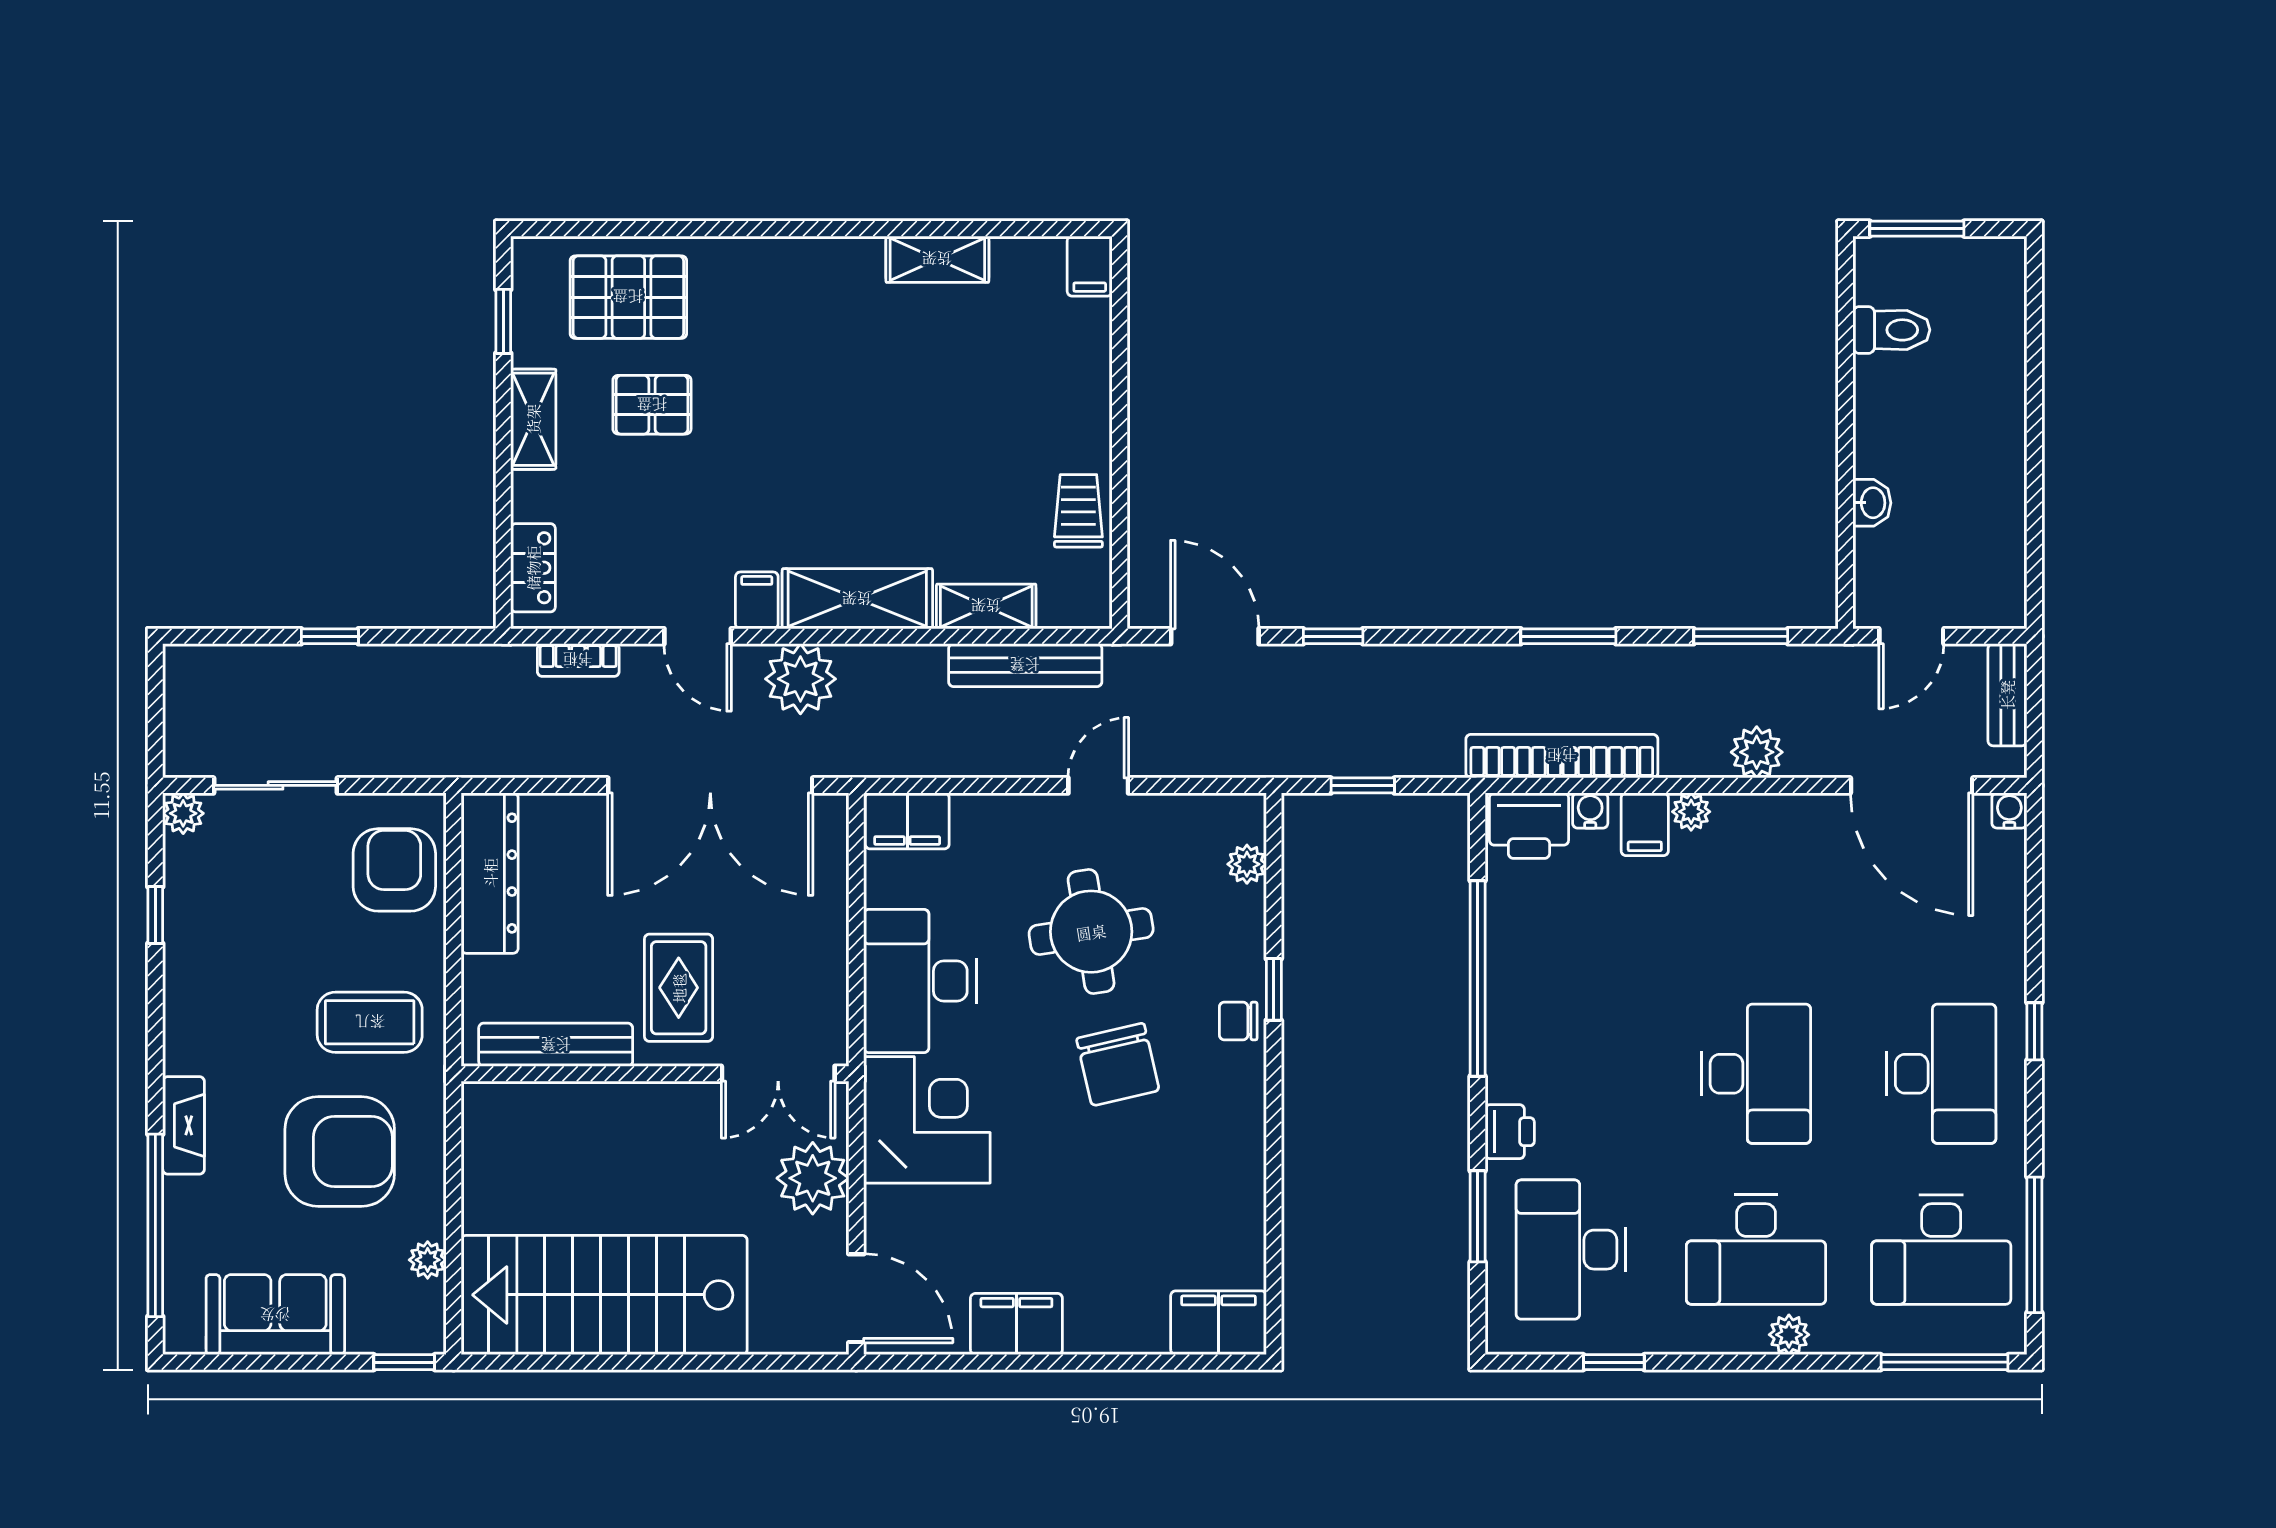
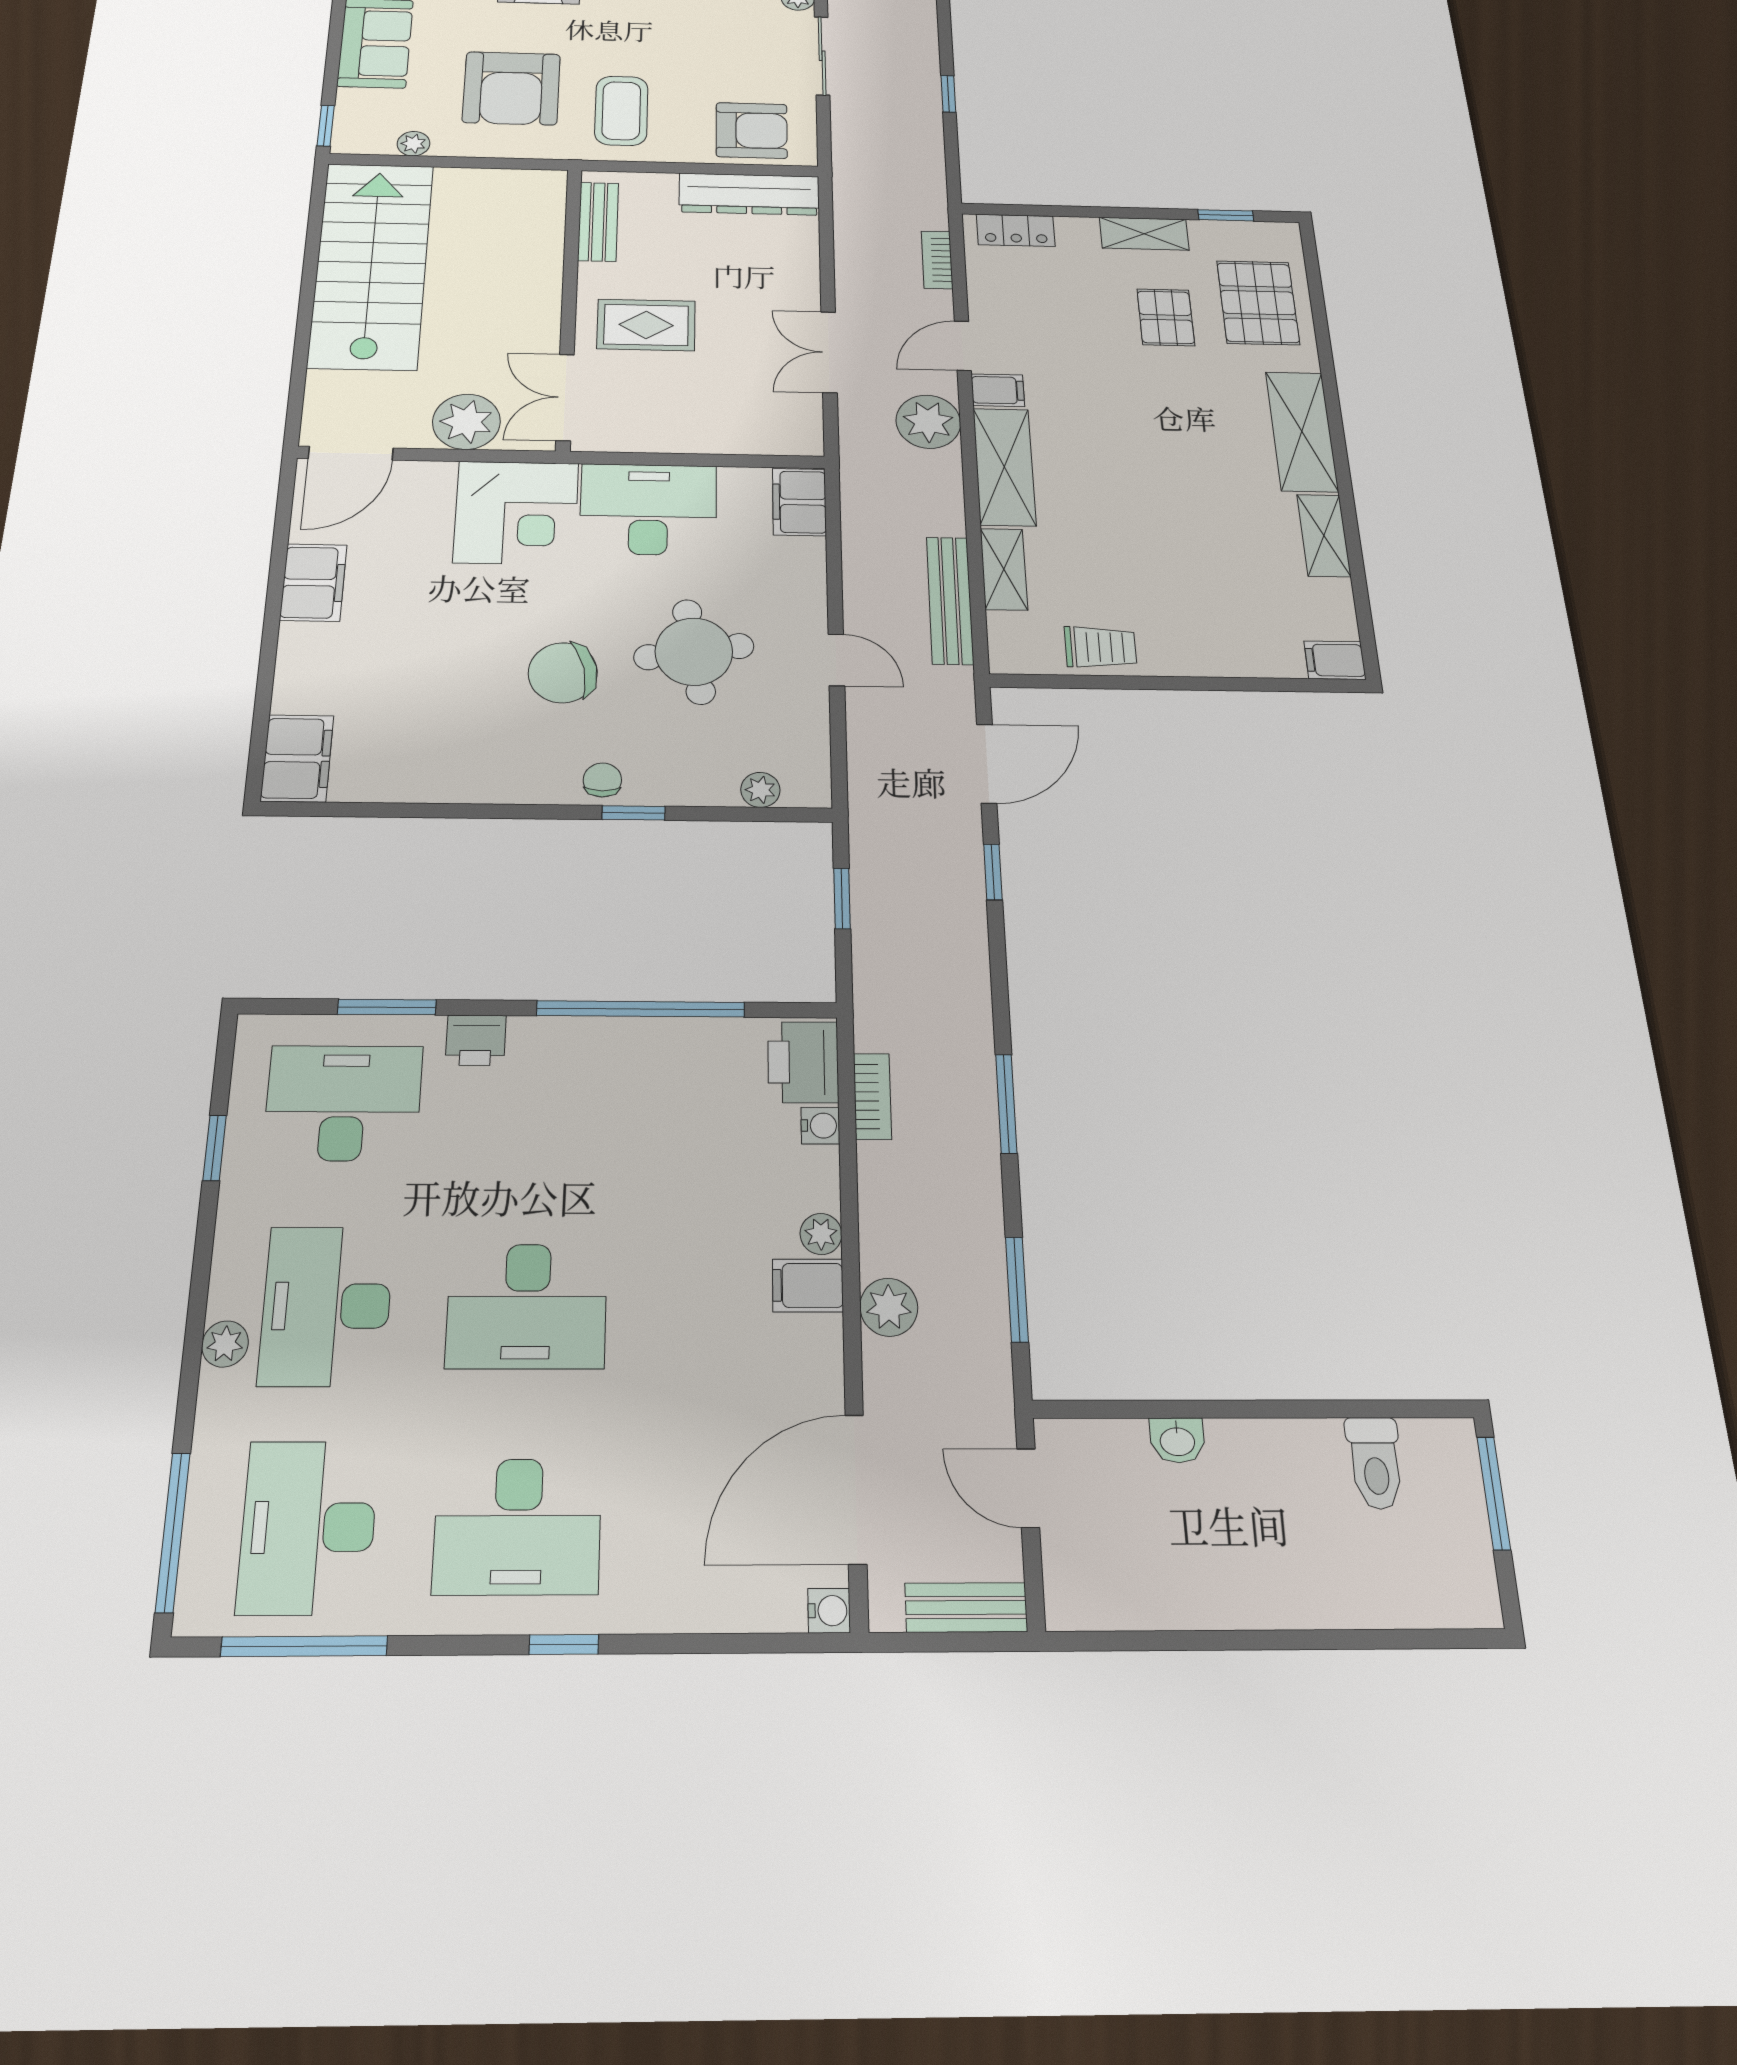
shelving: (803, 268) -> (1302, 431), added
bookcase: (1562, 756) -> (872, 1096), width x0.43, depth x0.76
double door: (710, 785) -> (829, 352), width x0.54
filing cabinet: (1645, 824) -> (808, 1285), moved
bench: (556, 1045) -> (598, 222), width x0.73

